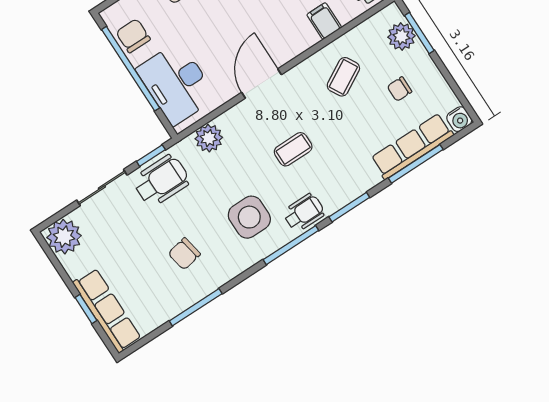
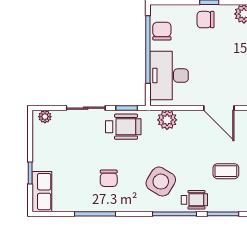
door: (262, 83) -> (219, 108), swing flipped
coffee table: (293, 149) -> (226, 171), moved
side table: (249, 217) -> (161, 182), turned 31
plant: (64, 237) -> (45, 117), width x0.53, depth x0.53
chair: (184, 254) -> (109, 178), turned -79
row of seats: (107, 311) -> (42, 192), width x0.68

